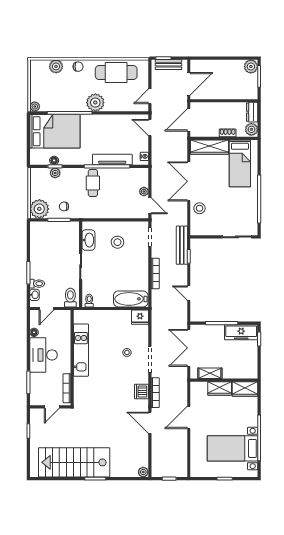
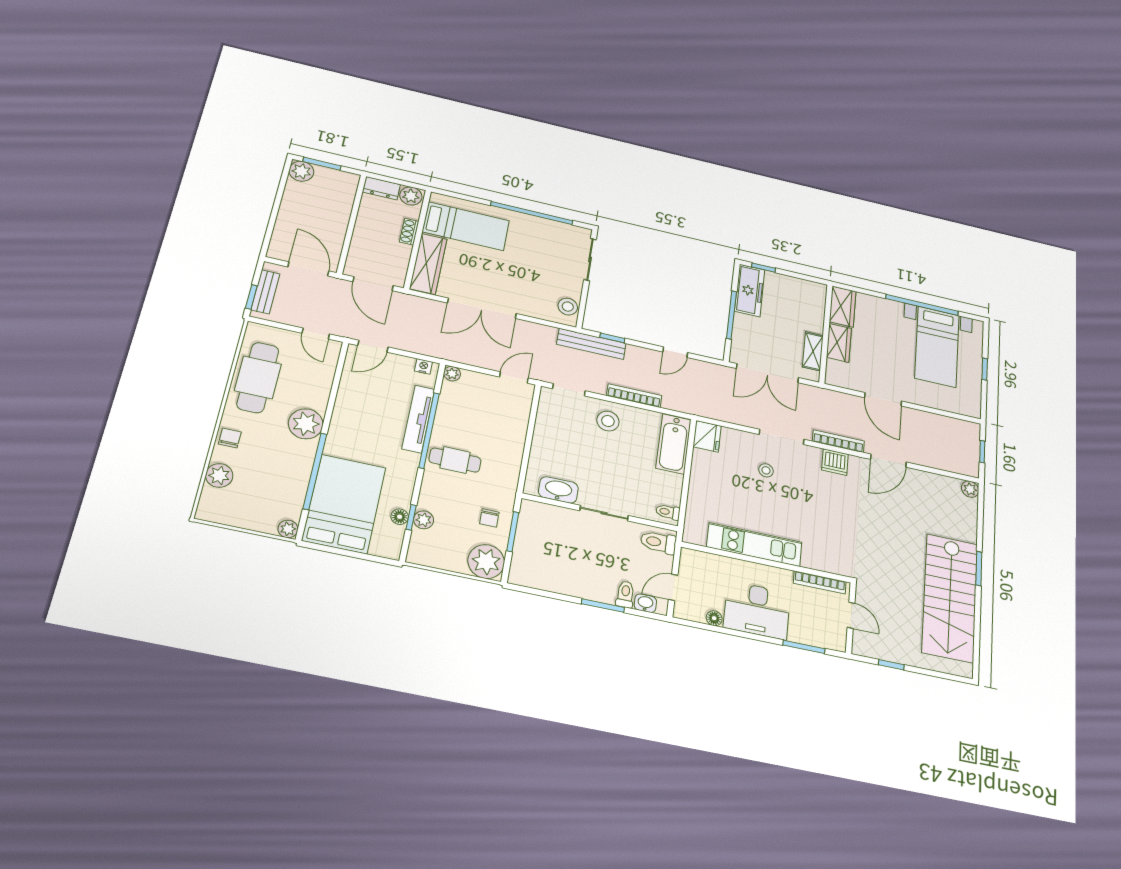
plant: (144, 192) -> (452, 374), moved
stool: (199, 208) -> (568, 307), moved
stool: (117, 242) -> (608, 421), moved
door: (47, 309) -> (673, 587), swing flipped

